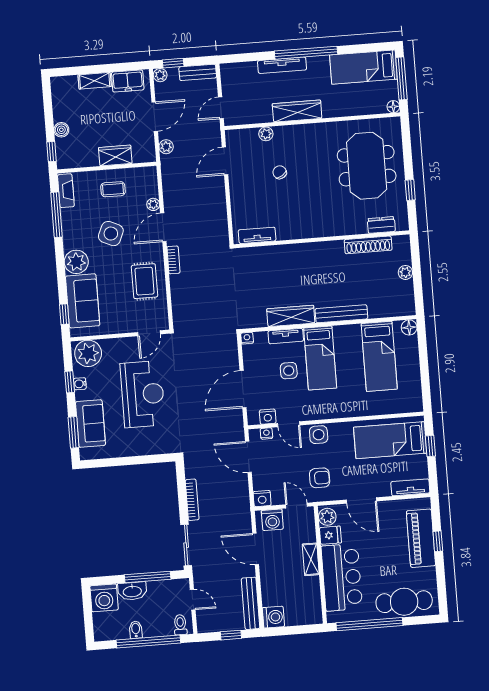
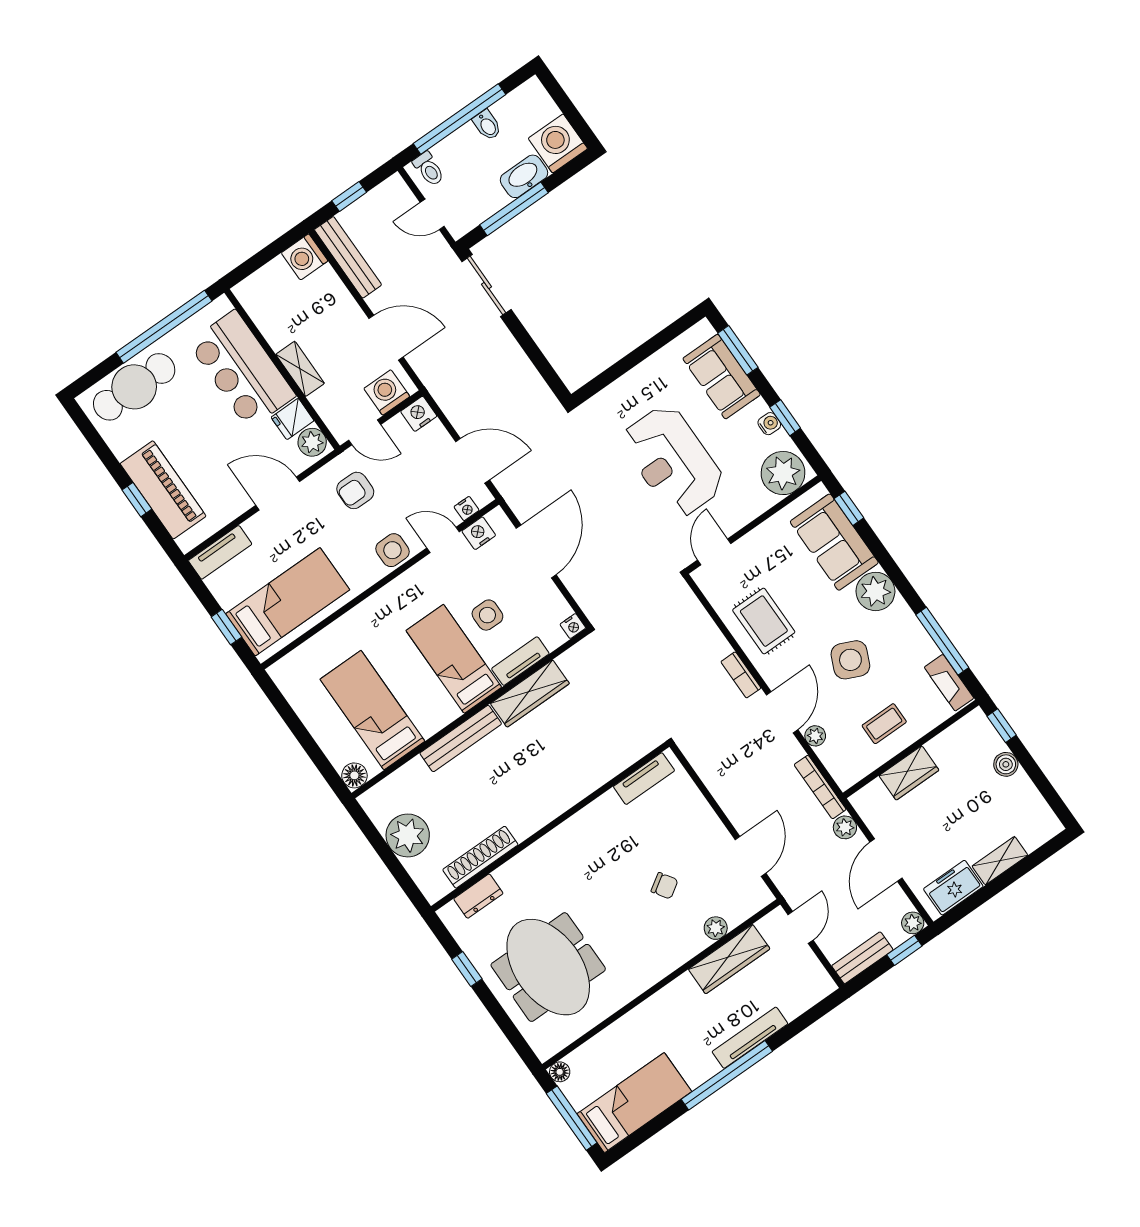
wardrobe: (297, 111) -> (729, 959), moved
plant: (405, 272) -> (408, 835), width x1.87, depth x1.87
bookcase: (192, 500) -> (820, 787), moved

